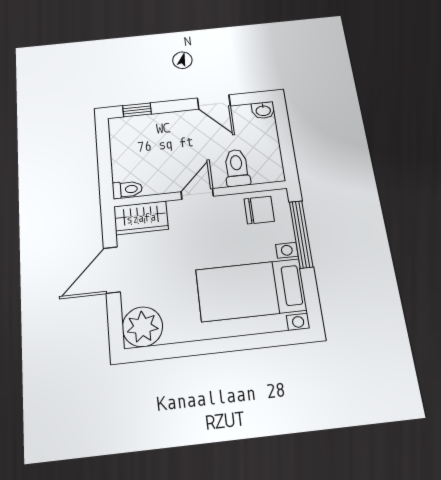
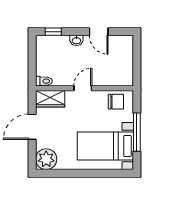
washbasin: (263, 110) -> (76, 40), moved
toilet: (237, 168) -> (107, 75), removed
window: (301, 234) -> (137, 132), moved

